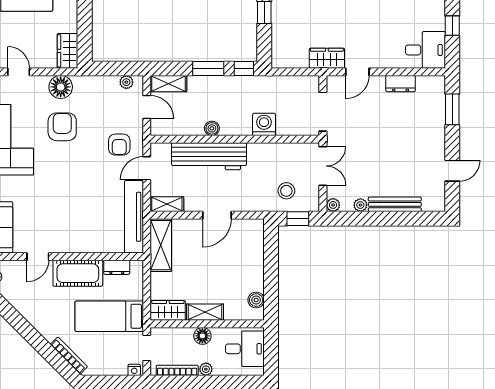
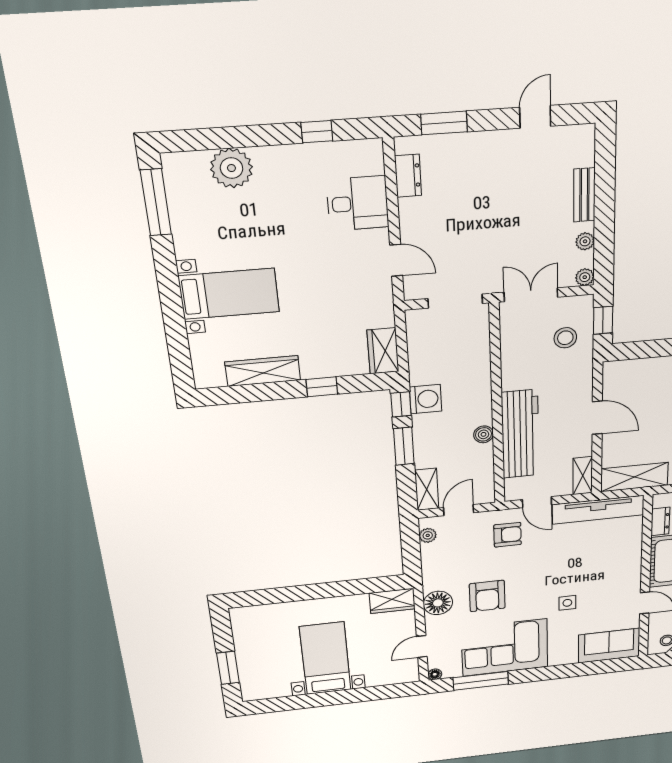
desk: (425, 50) -> (358, 203), moved, turned 90
wardrobe: (327, 58) -> (383, 351), moved
dresser: (401, 84) -> (408, 176), moved
washing machine: (264, 124) -> (426, 399), moved, turned 180
armchair: (62, 127) -> (487, 596), turned -90
door: (452, 171) -> (535, 117), hinge flipped
side table: (47, 192) -> (567, 603), added
bench: (395, 204) -> (584, 195), width x0.73

